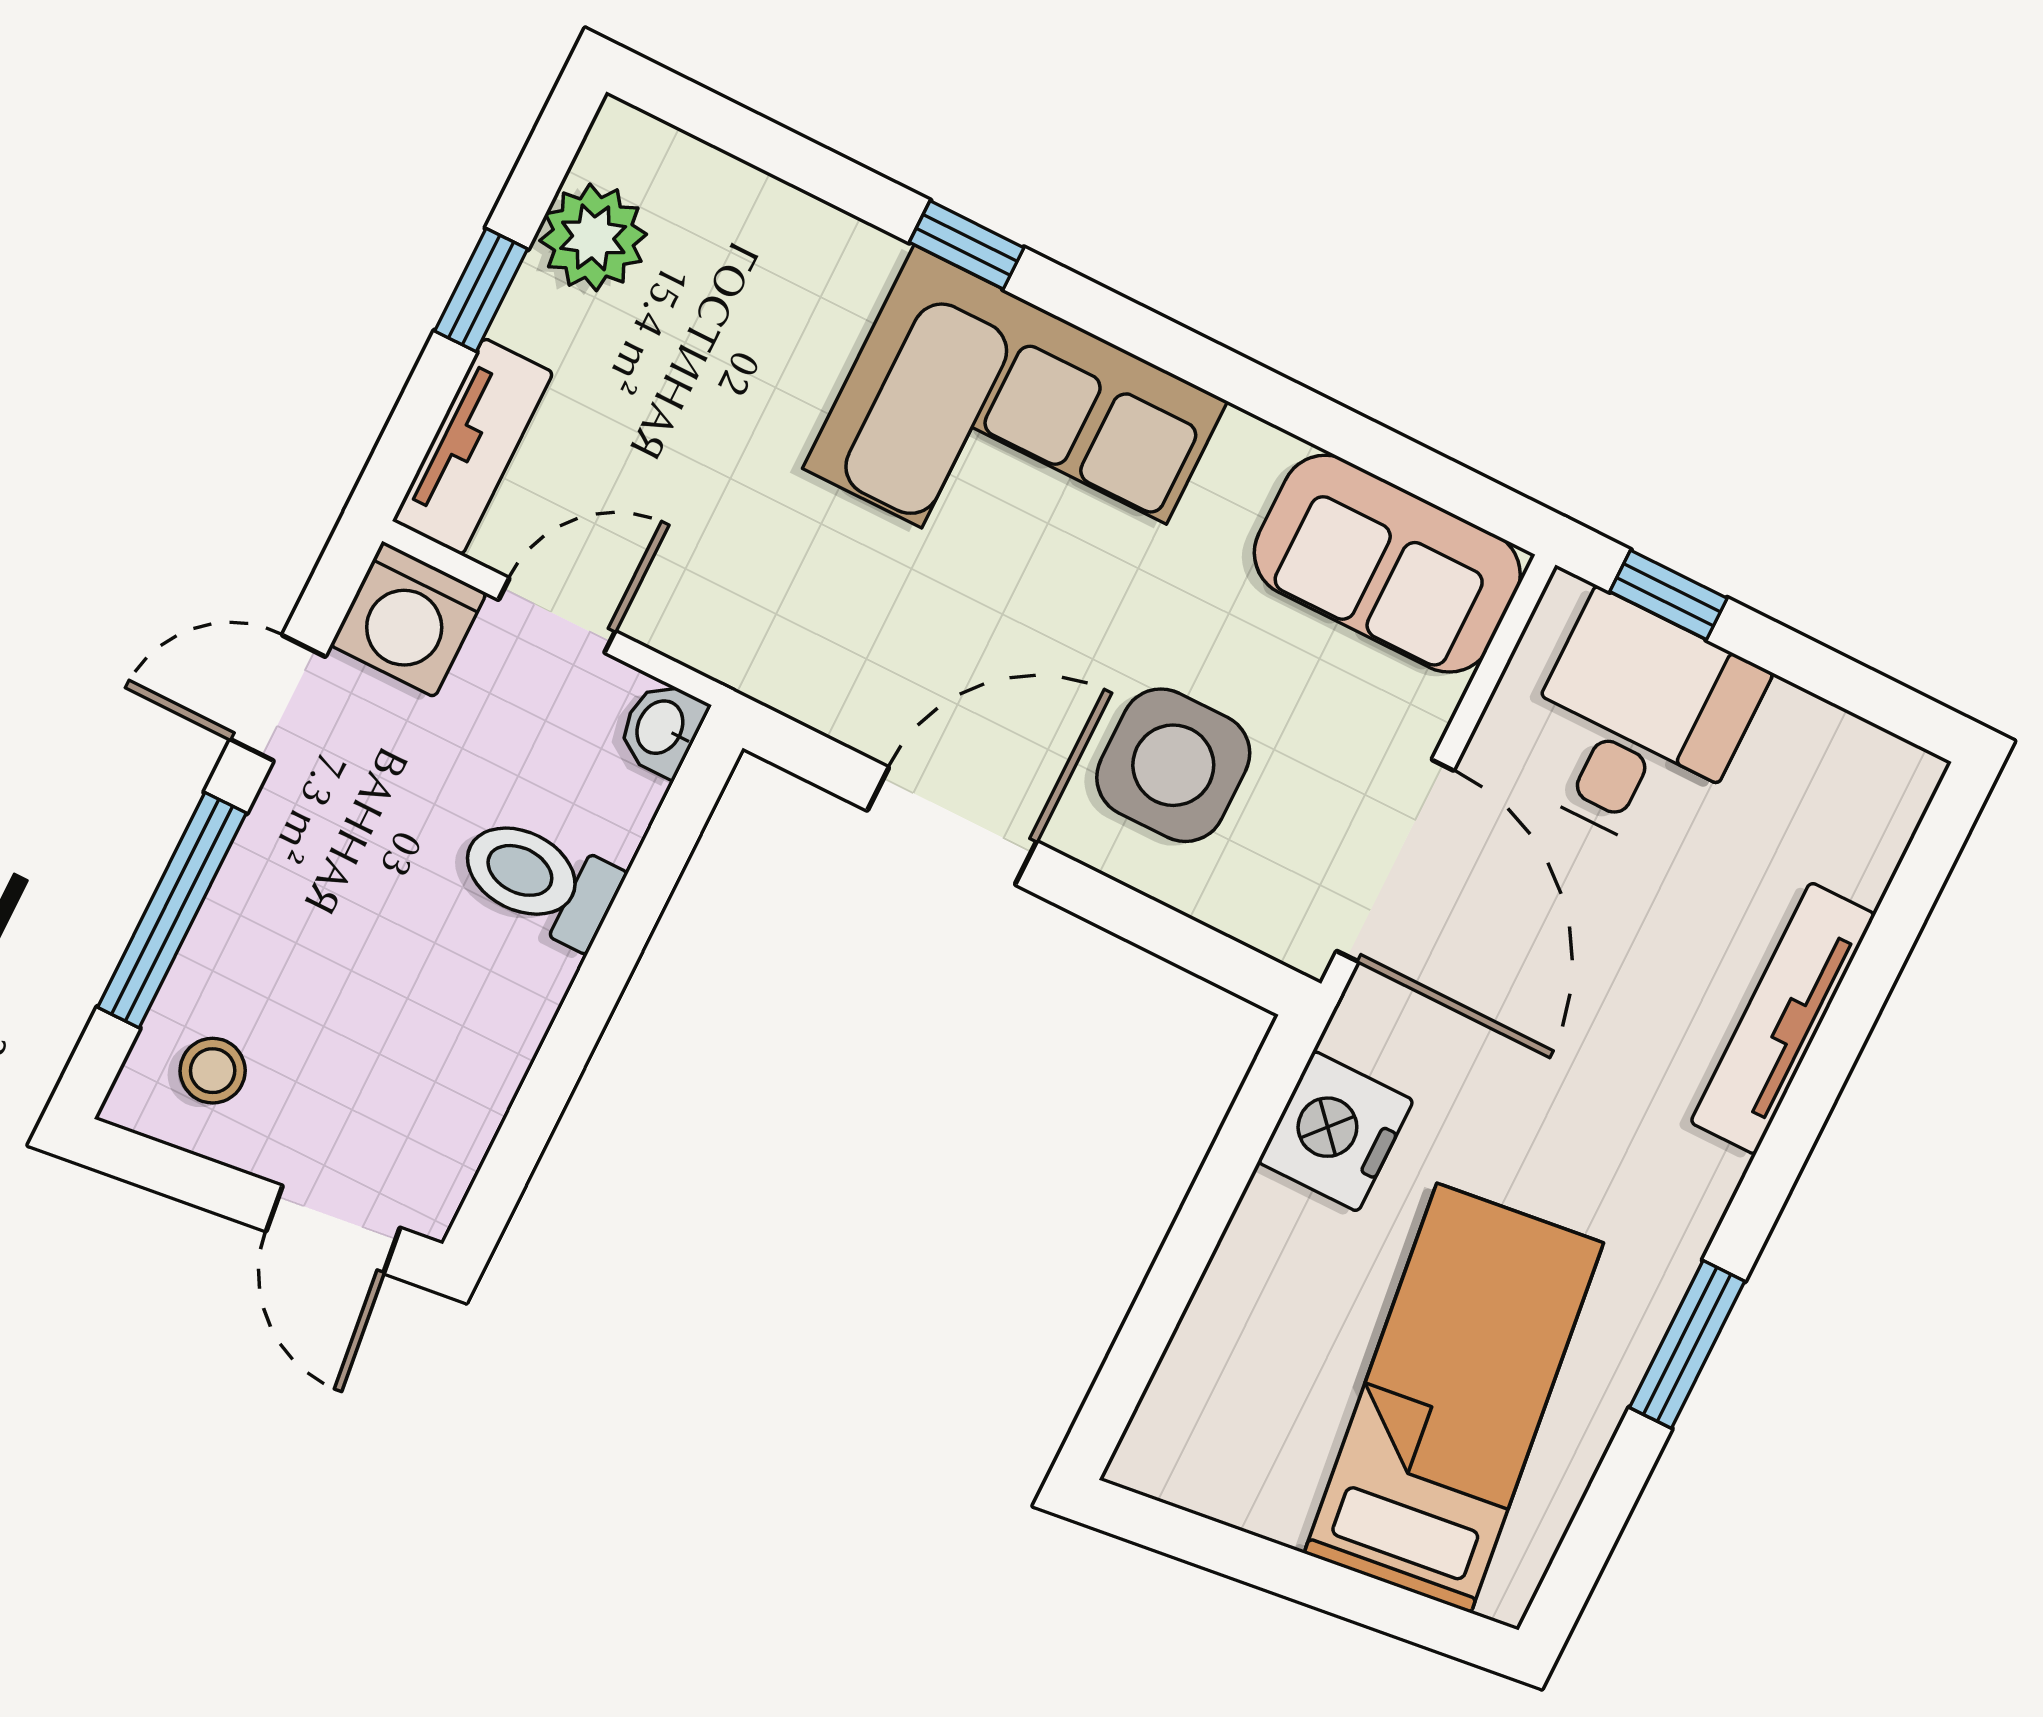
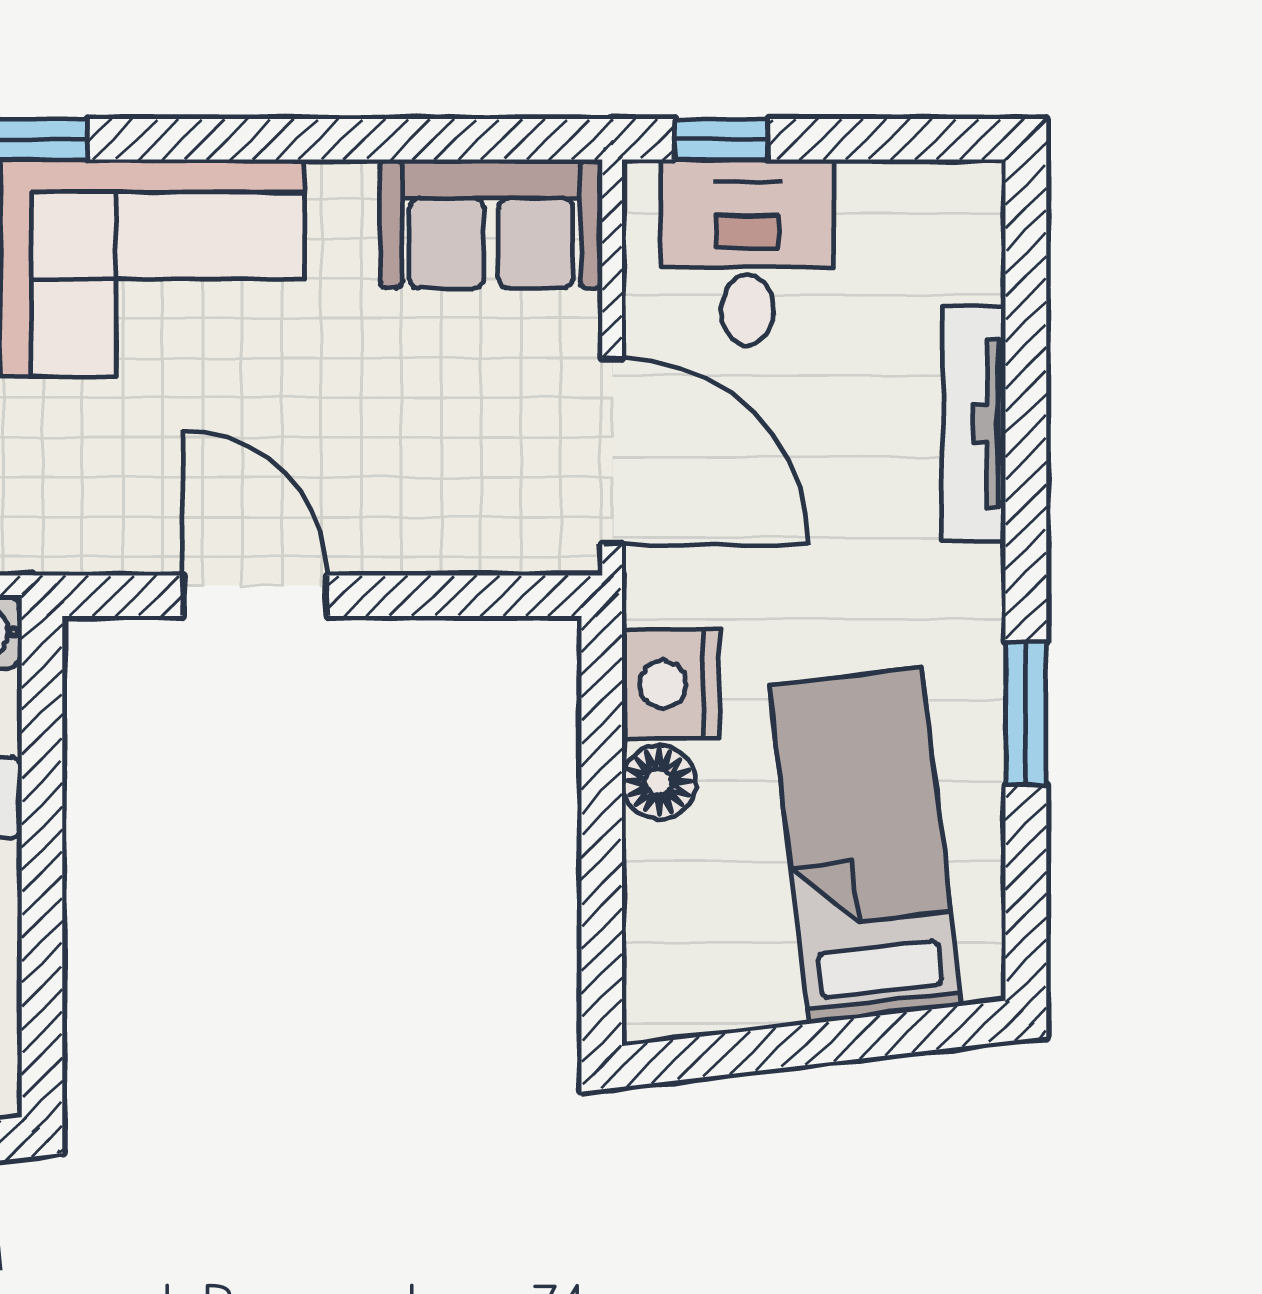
side table: (1173, 765) -> (403, 463), removed
door: (952, 826) -> (255, 596), hinge flipped
floor lamp: (1273, 1226) -> (659, 782), added

